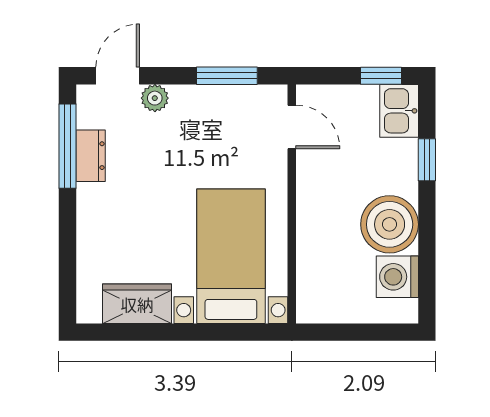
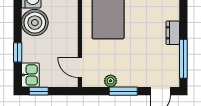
window: (227, 76) -> (123, 91), moved
plant: (155, 98) -> (111, 81), moved
dresser: (91, 156) -> (173, 33), moved

